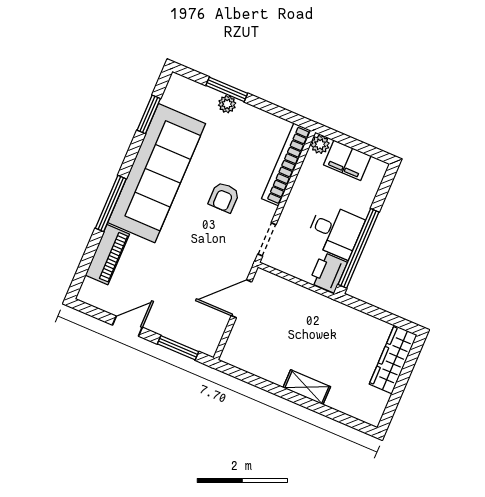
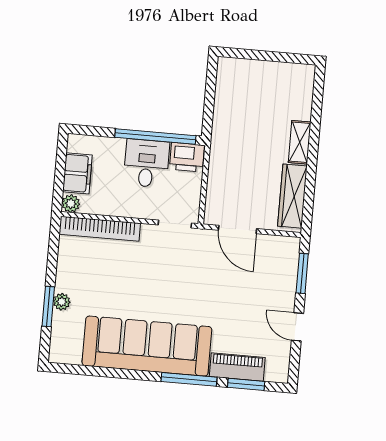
window: (149, 114) -> (246, 384), moved
armchair: (224, 197) -> (149, 276), removed
wardrobe: (393, 359) -> (292, 196), moved, turned 90

